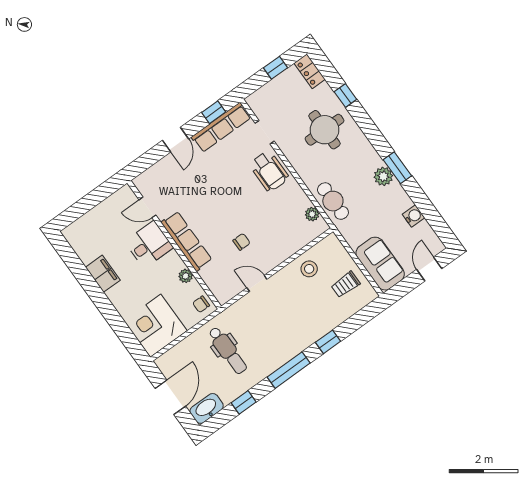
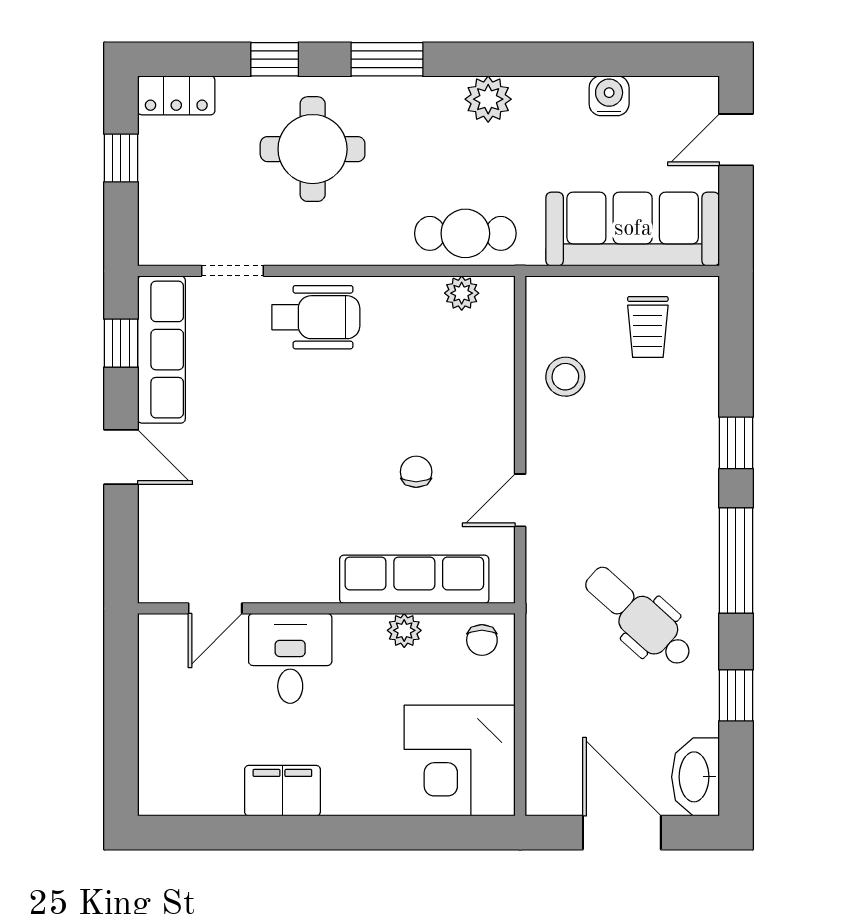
window: (397, 168) -> (387, 59), moved
row of seats: (187, 241) -> (414, 579), moved
sofa: (380, 264) -> (633, 229), width x1.36
door: (429, 269) -> (736, 140), hinge flipped
dental chair: (228, 350) -> (639, 617), moved, turned -138

